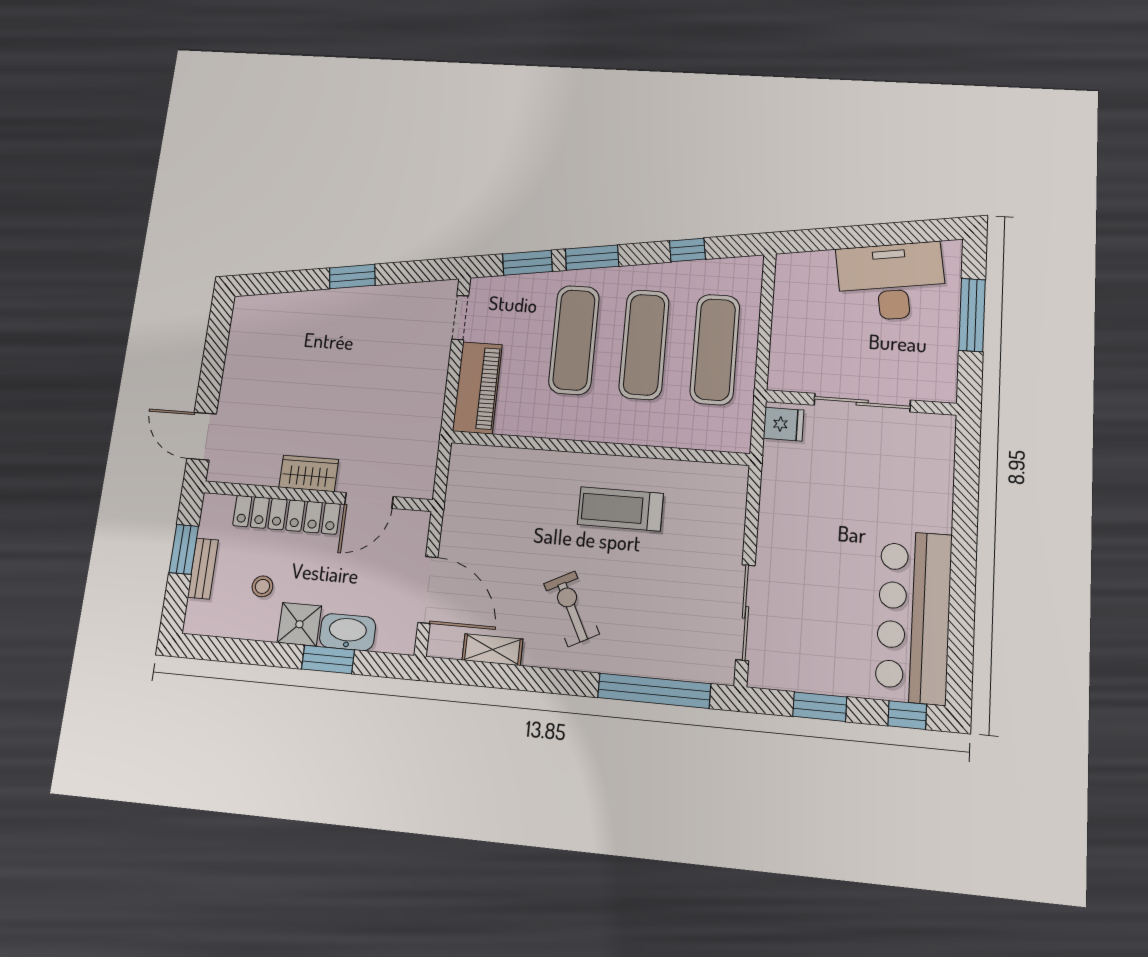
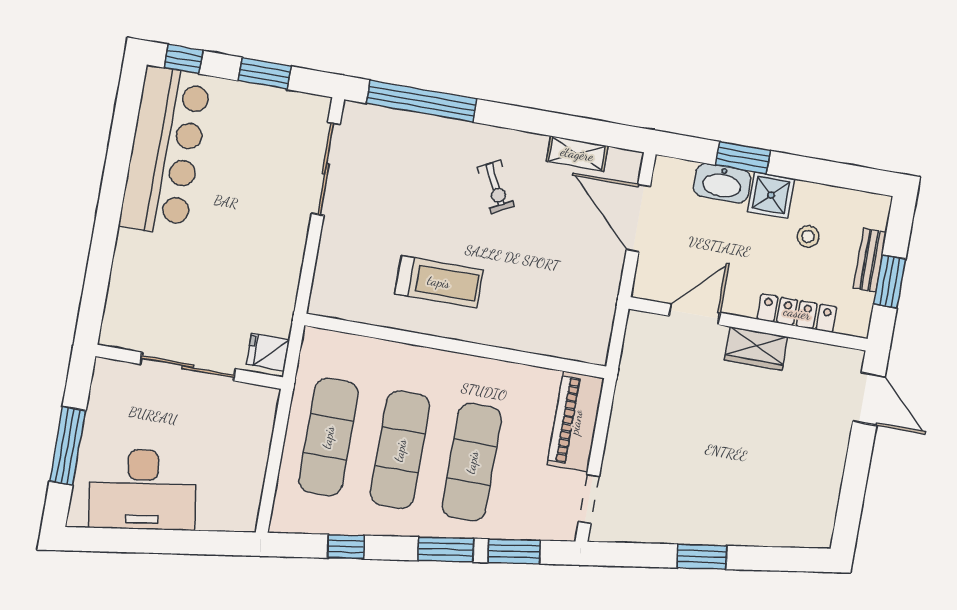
locker: (286, 515) -> (797, 313), width x0.71, depth x0.83
exercise bike: (571, 609) -> (496, 187), width x0.73, depth x0.72

